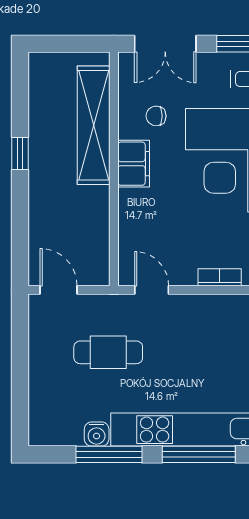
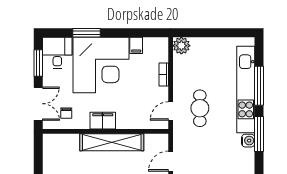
chair: (156, 116) -> (66, 113), moved
shelving: (94, 125) -> (112, 142), moved
cafe table: (108, 352) -> (200, 108), moved

